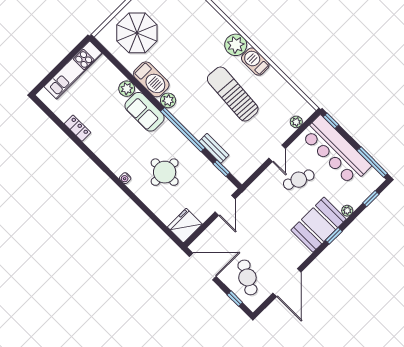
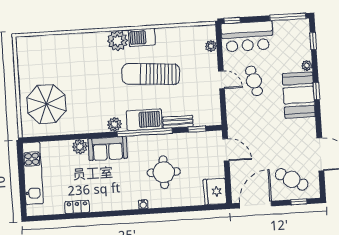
barbecue: (151, 79) -> (144, 120), moved
bar counter: (336, 151) -> (247, 36), width x0.73
cafe table: (299, 180) -> (254, 81), turned -35

